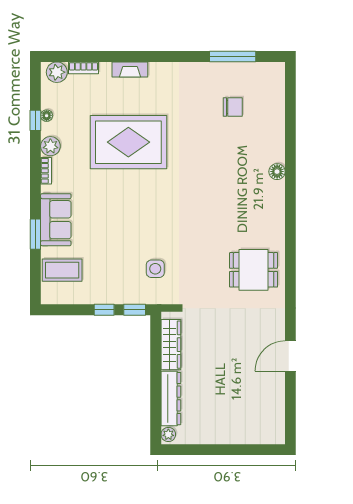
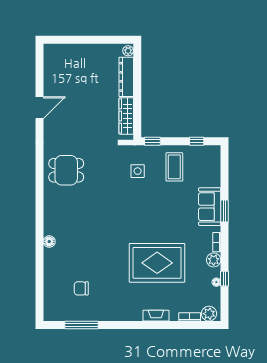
window: (35, 234) -> (225, 211), moved
coffee table: (62, 270) -> (174, 167), moved, turned 90
window: (104, 310) -> (197, 141), moved

